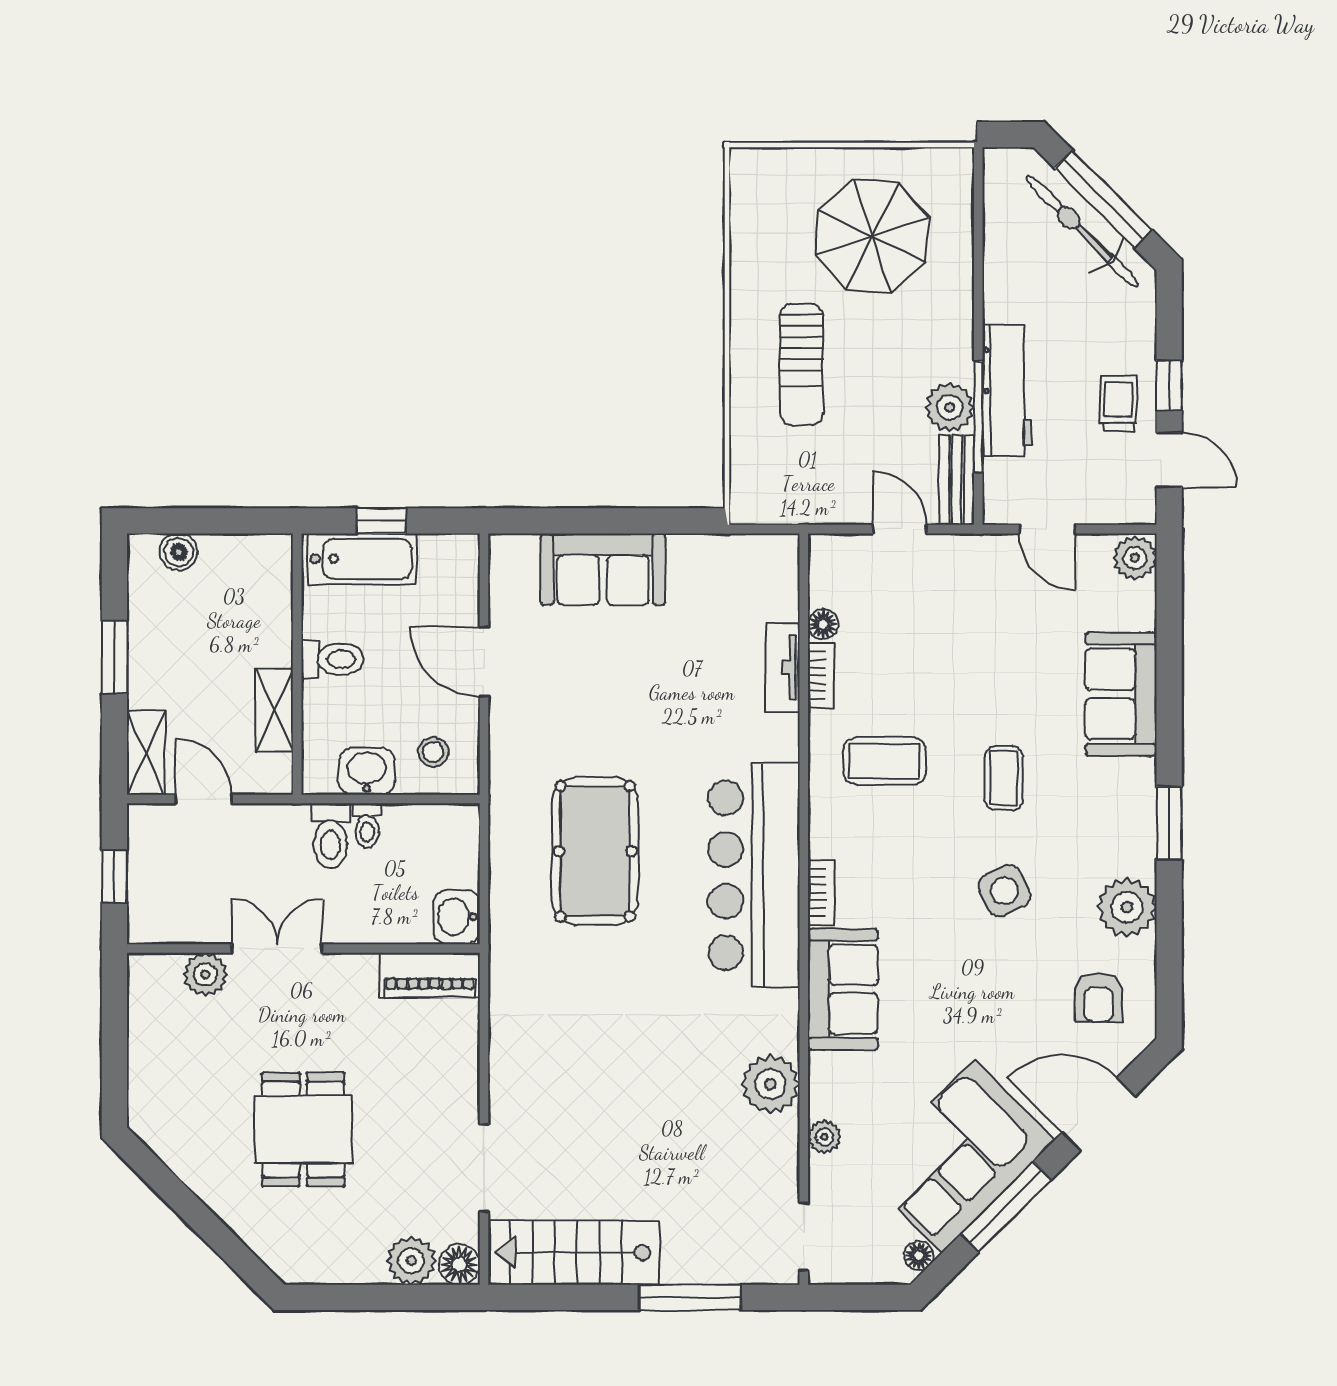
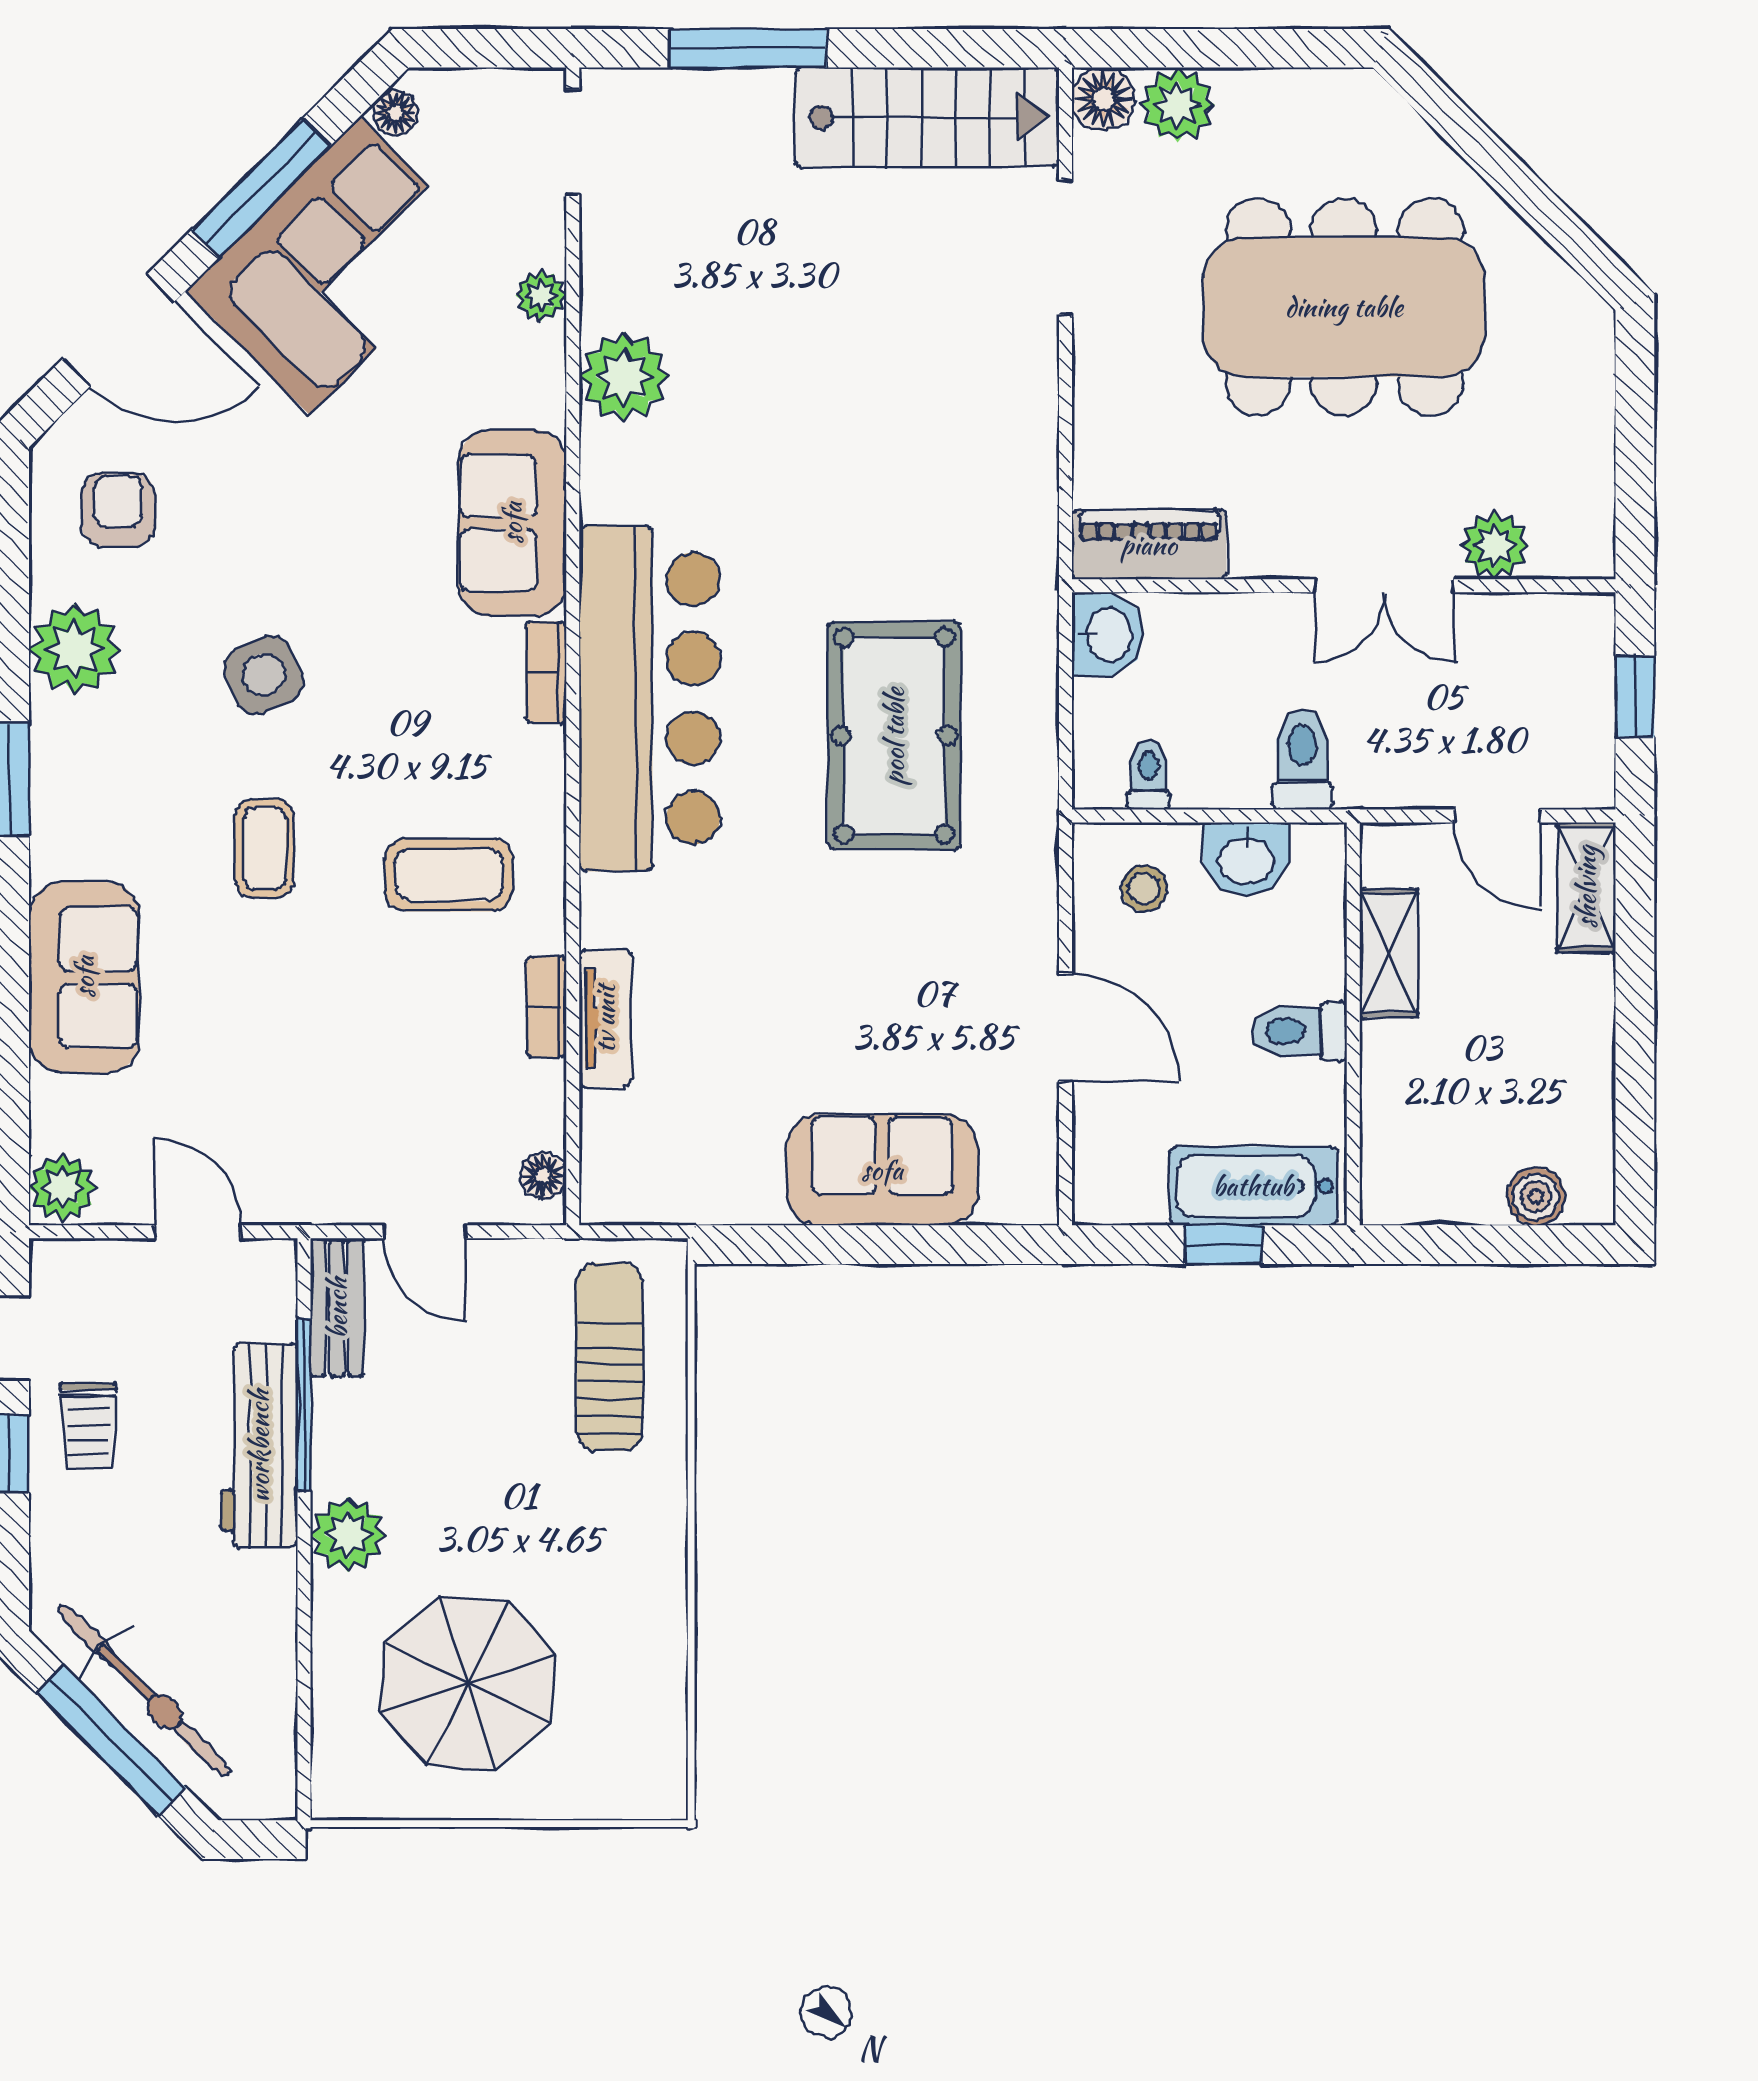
sun lounger: (802, 365) -> (610, 1357), moved
plant: (950, 407) -> (348, 1535), moved
floor lamp: (823, 624) -> (543, 1176), moved
window: (114, 657) -> (1635, 1035), removed
toilet: (367, 826) -> (1149, 775), moved
dining table: (303, 1130) -> (1344, 307), width x1.88, depth x1.24

